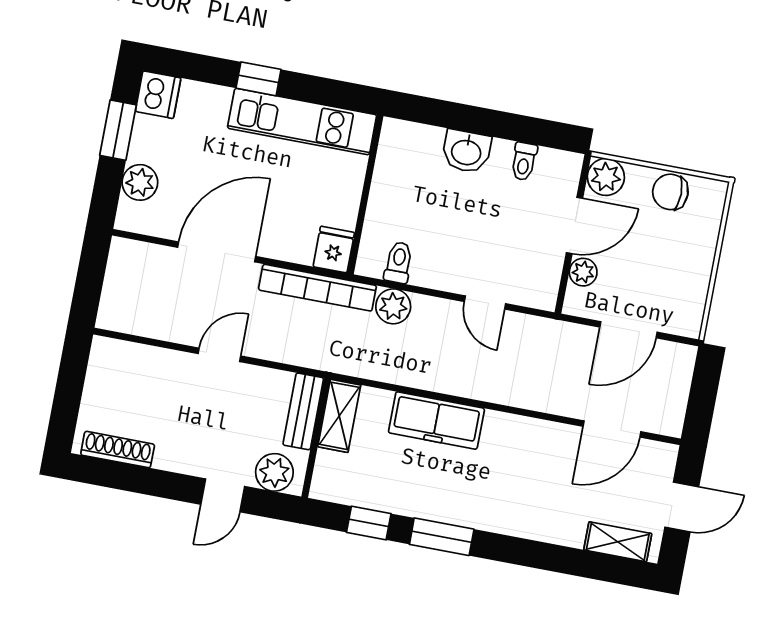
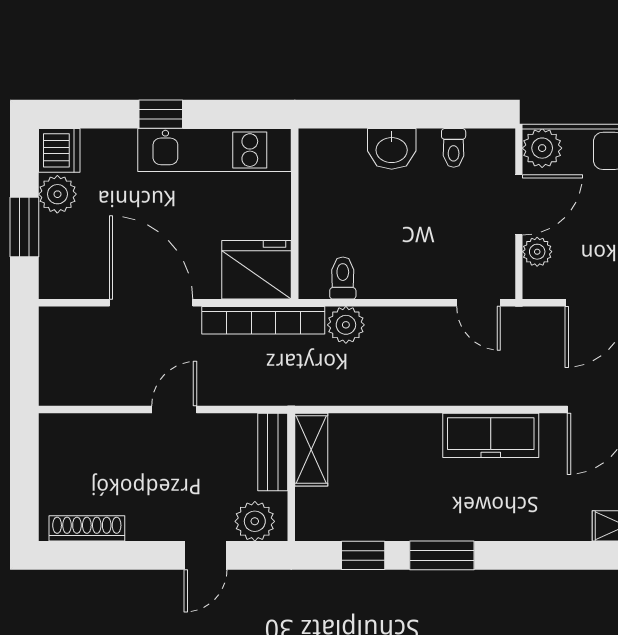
window: (118, 130) -> (24, 227), moved
plant: (140, 182) -> (57, 194), moved
fridge: (334, 250) -> (257, 270), width x1.88, depth x1.34
door: (217, 252) -> (151, 303), hinge flipped
door: (485, 303) -> (479, 303), moved
freezer: (436, 421) -> (491, 435), moved

